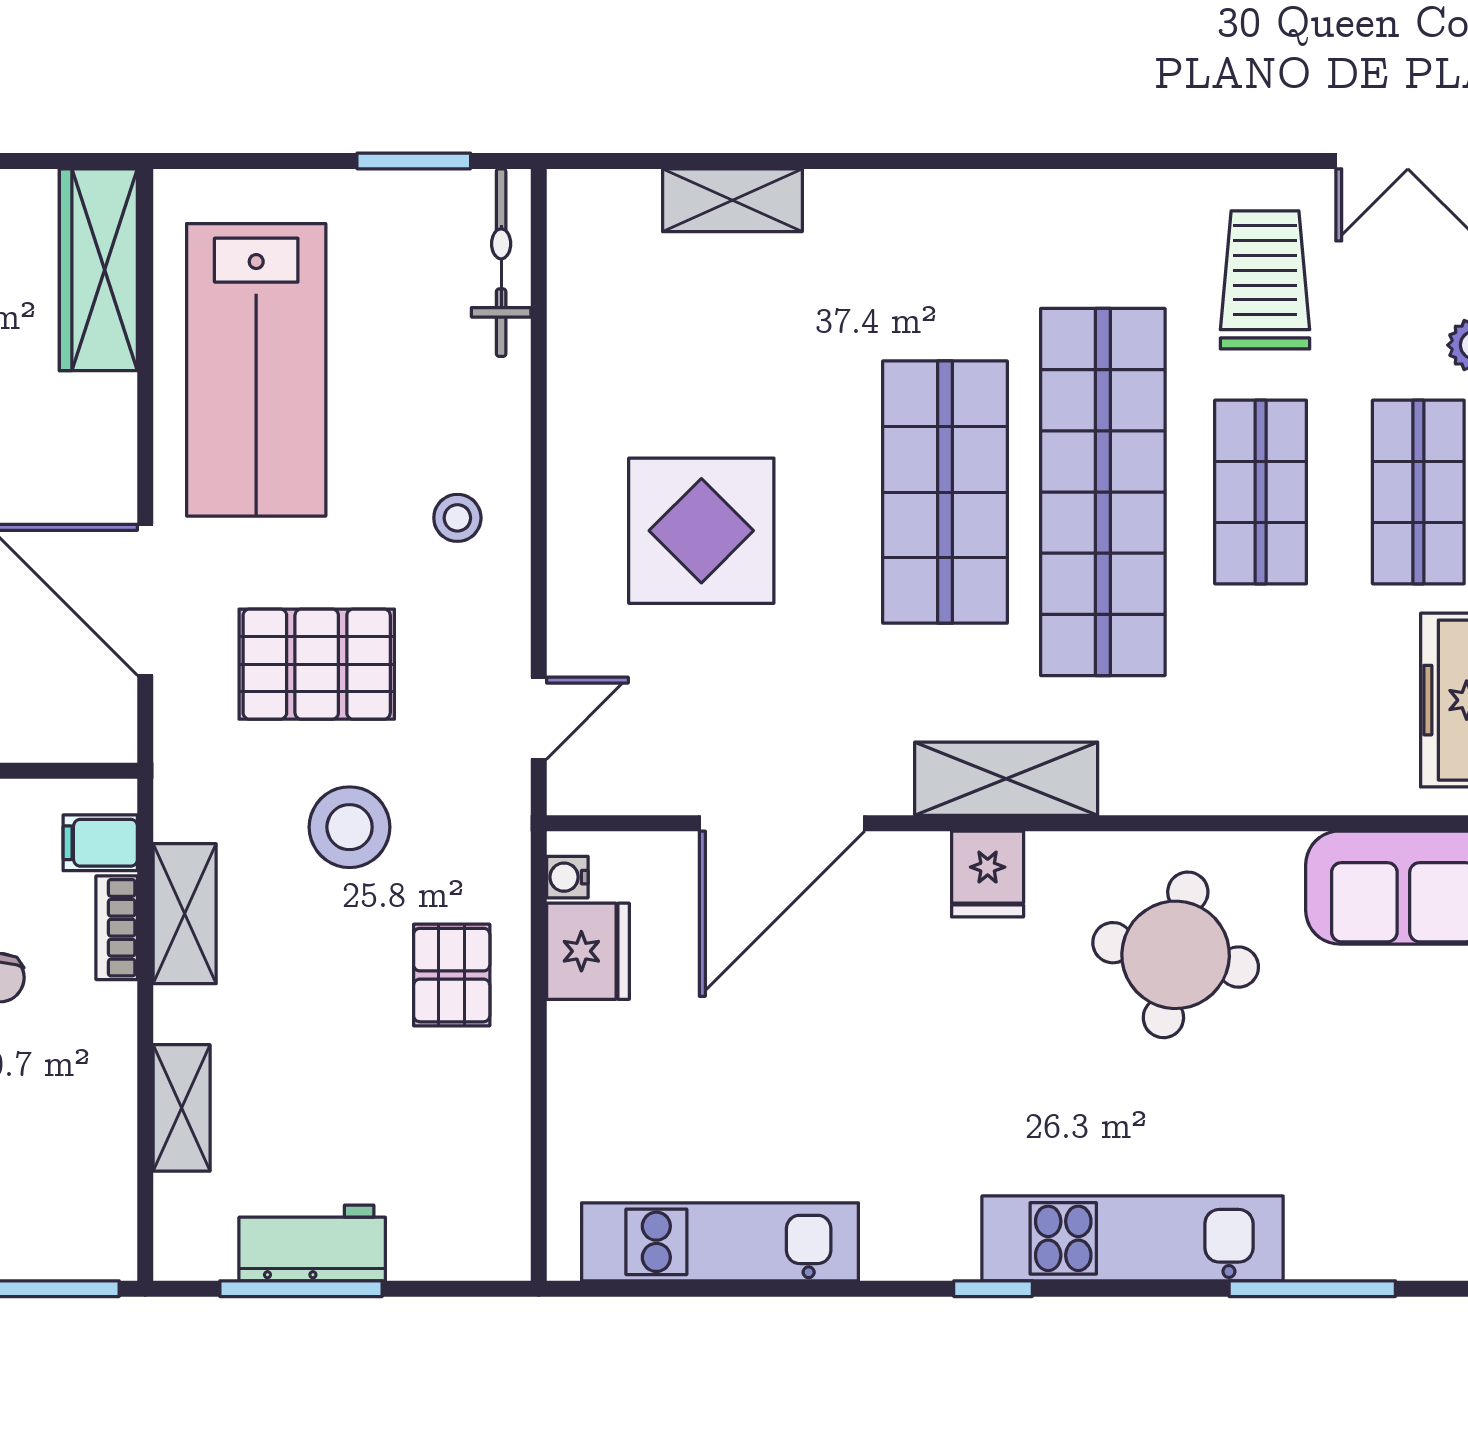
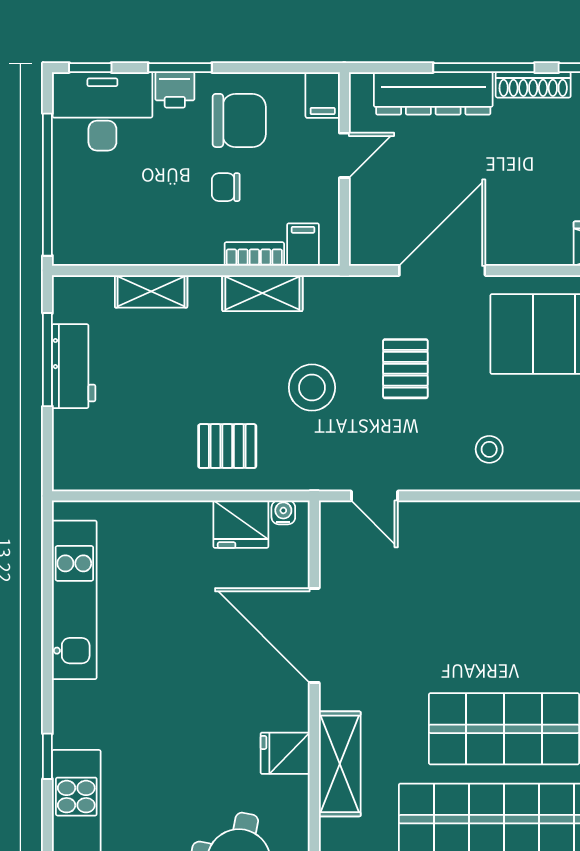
display table: (701, 531) -> (482, 589), removed
pallet: (317, 664) -> (405, 369), width x0.67, depth x0.71

